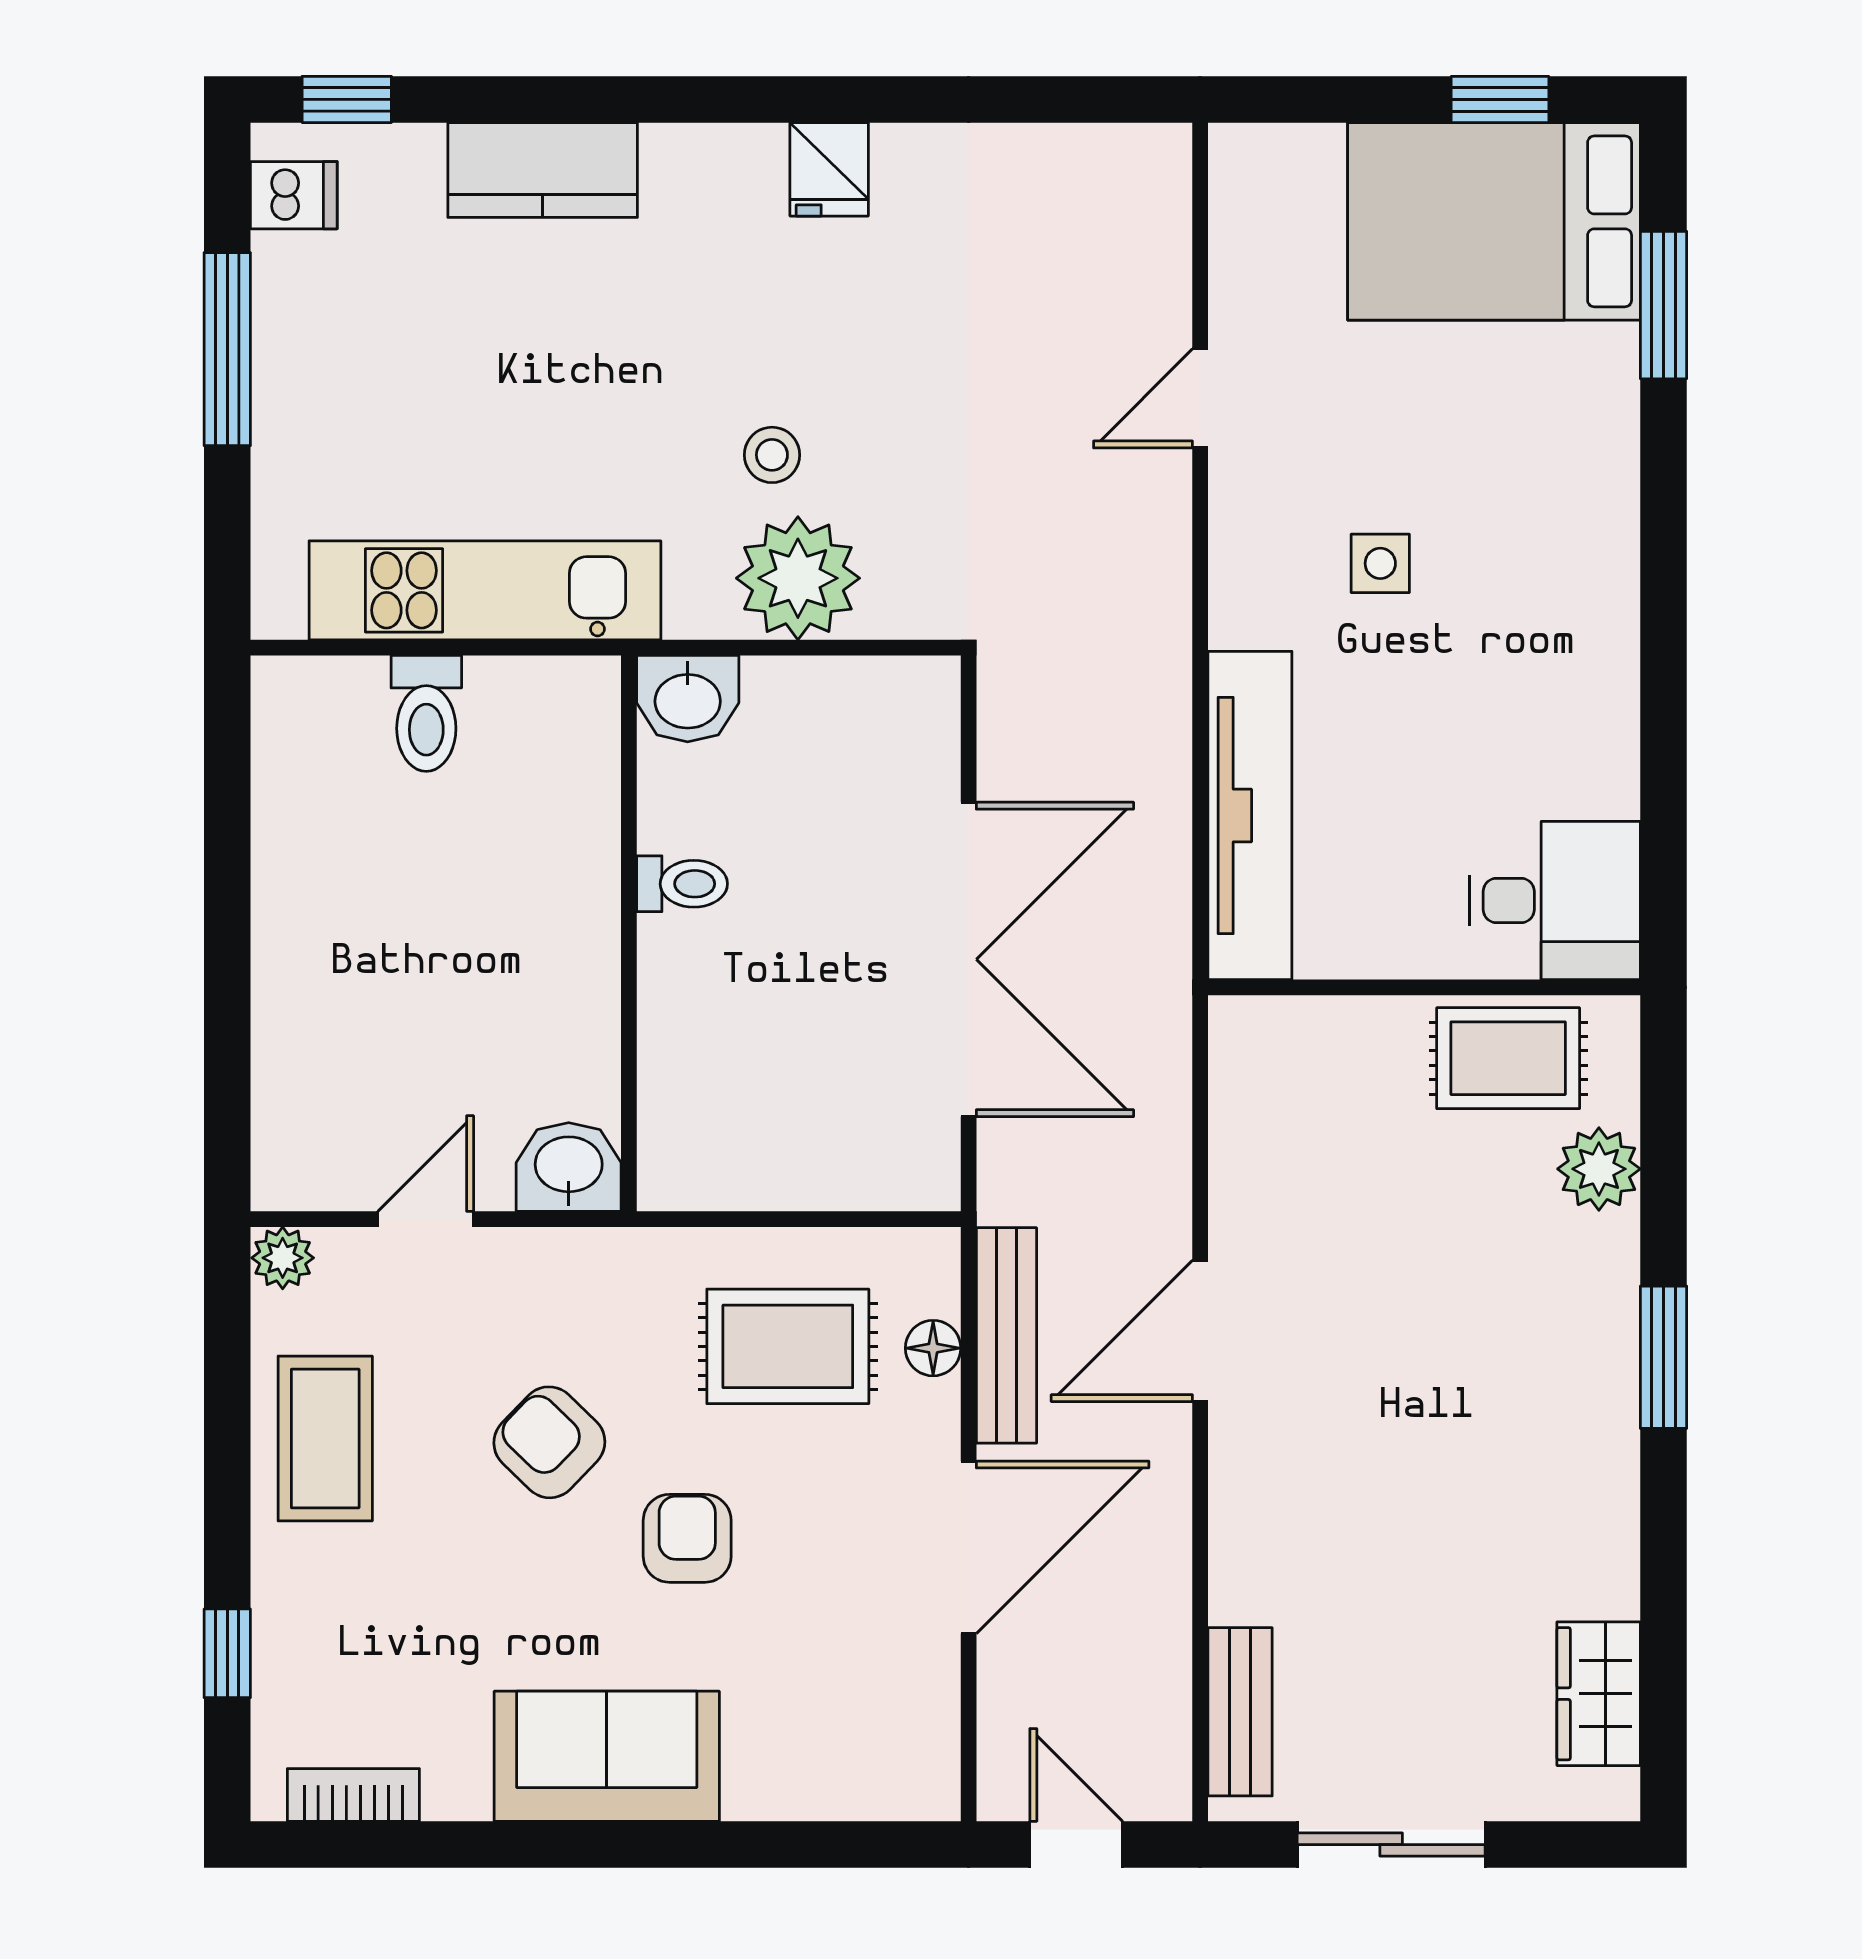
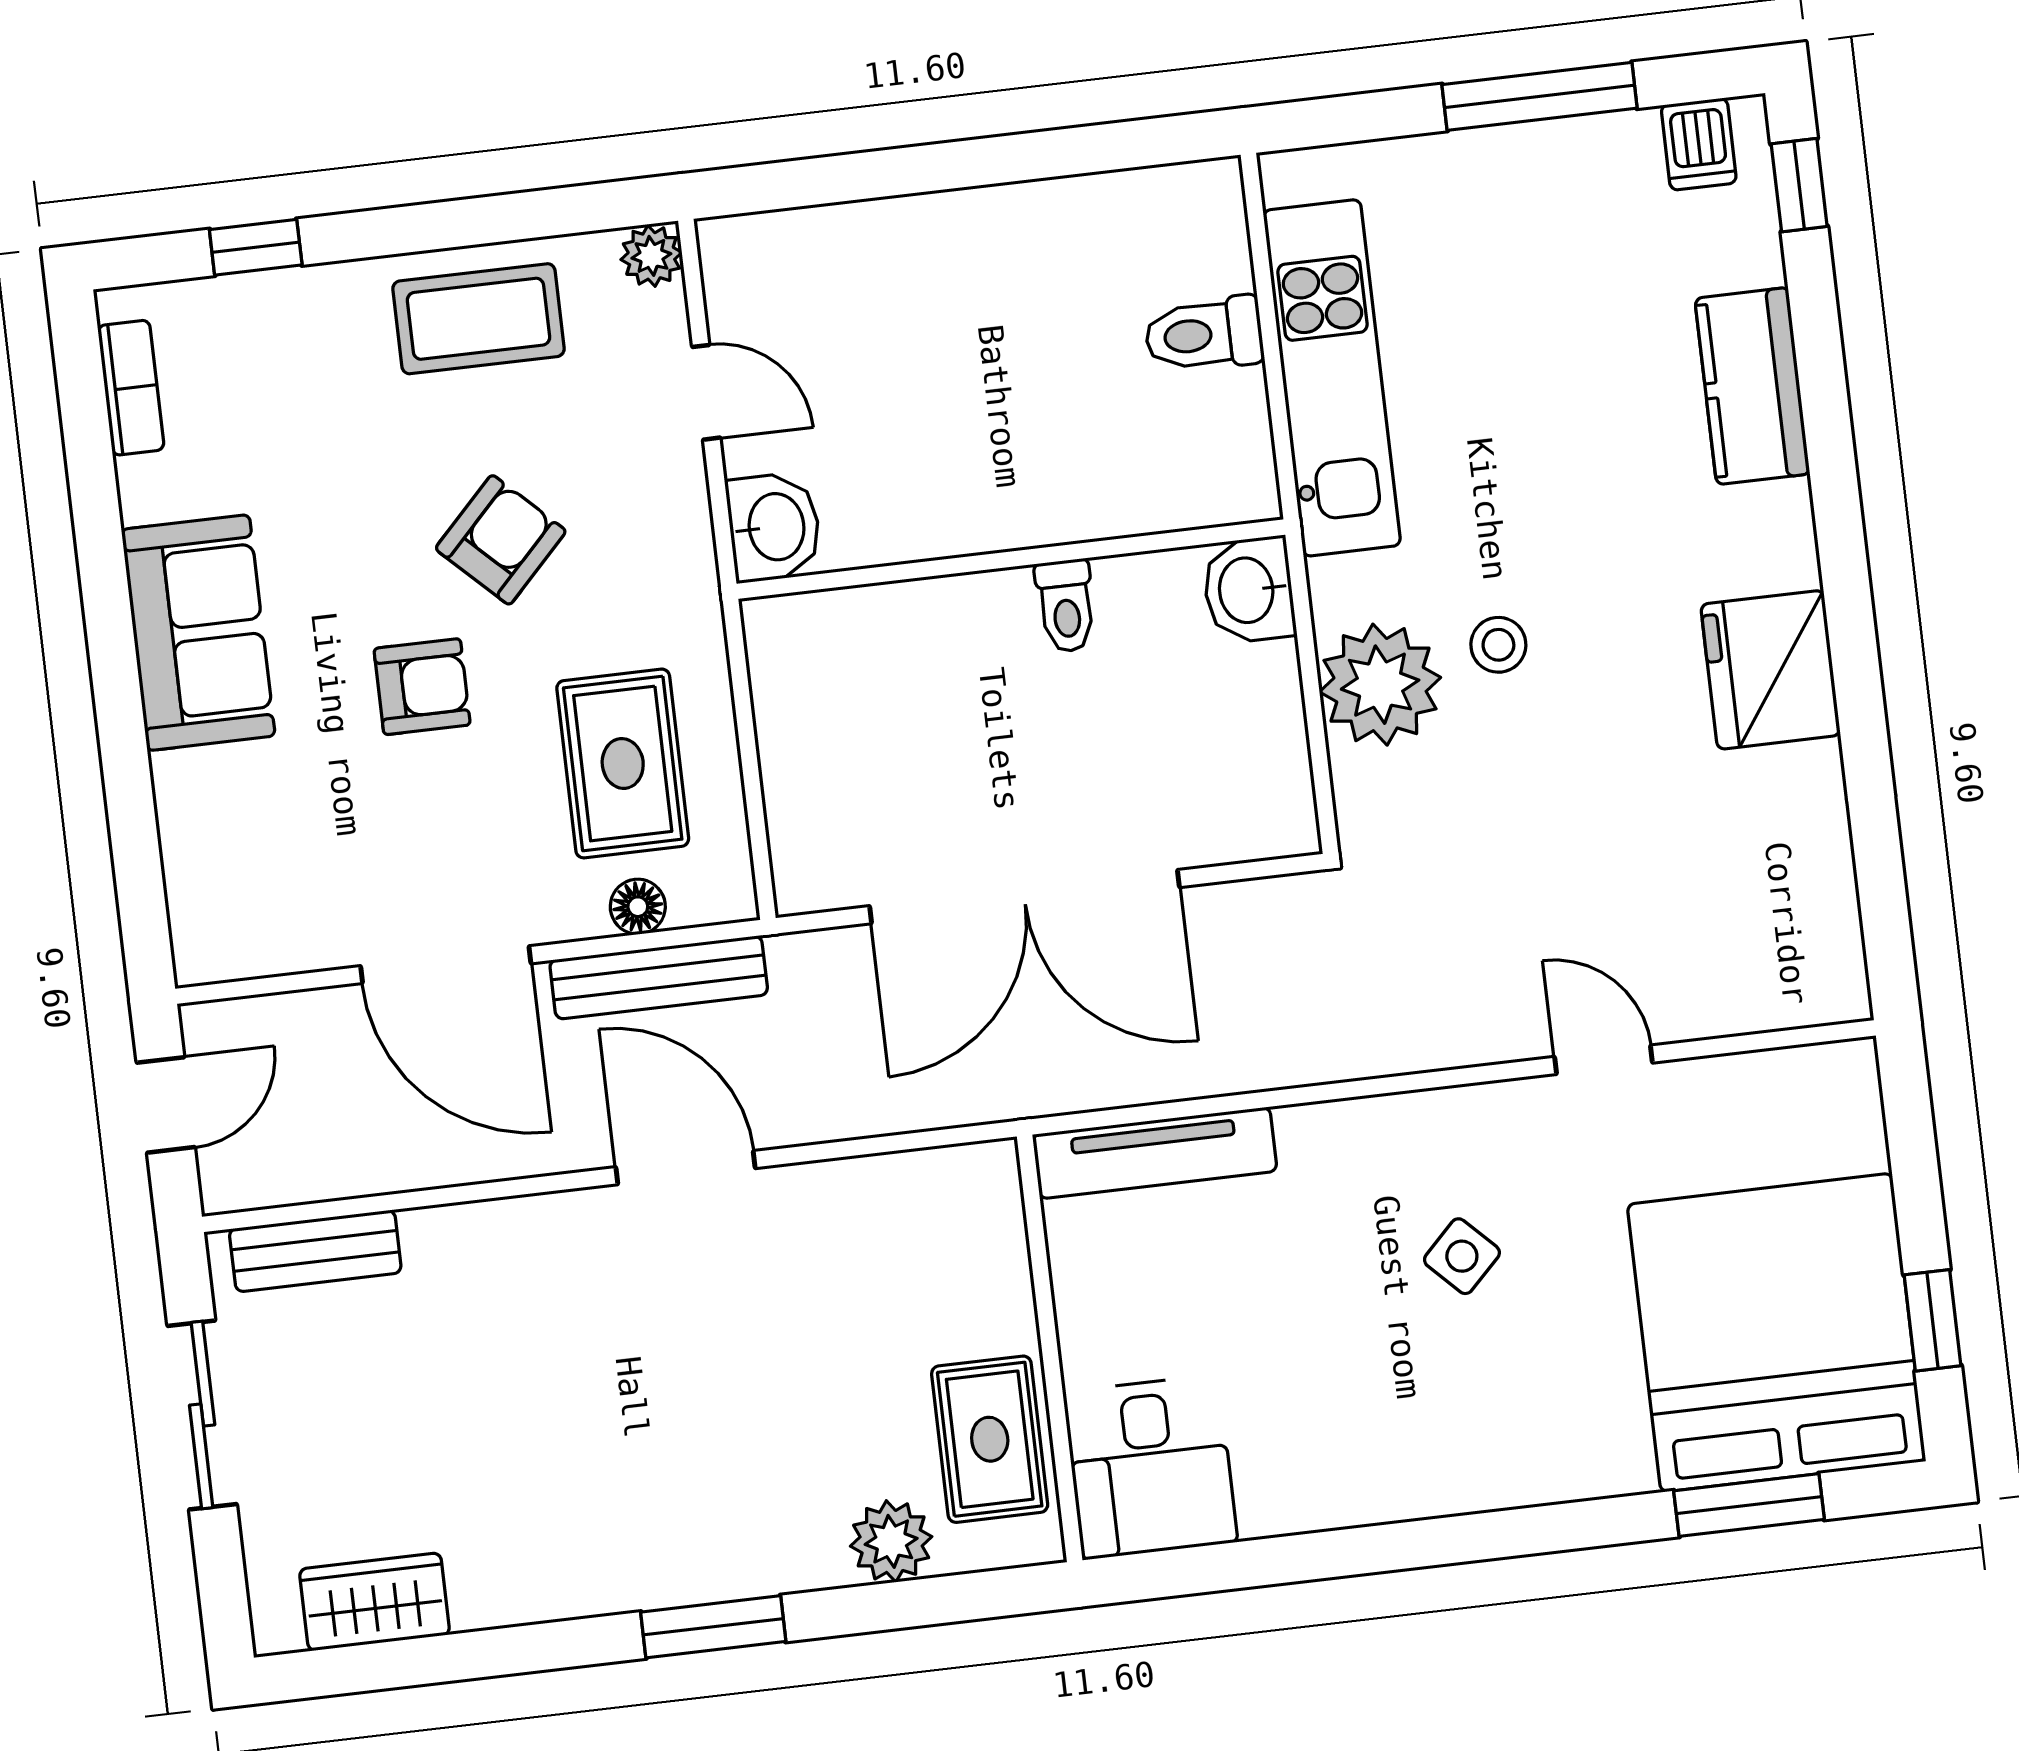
fridge: (829, 169) -> (1771, 670), width x1.88, depth x1.34
bed: (1494, 221) -> (1776, 1333), width x1.36
side table: (1380, 563) -> (1462, 1256), turned 45
tv unit: (1250, 816) -> (1155, 1153), width x0.73, depth x0.78

